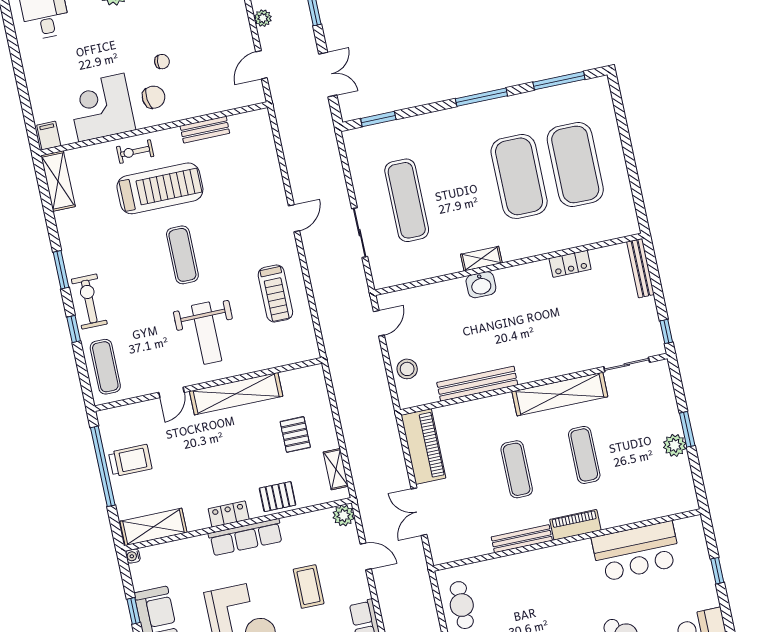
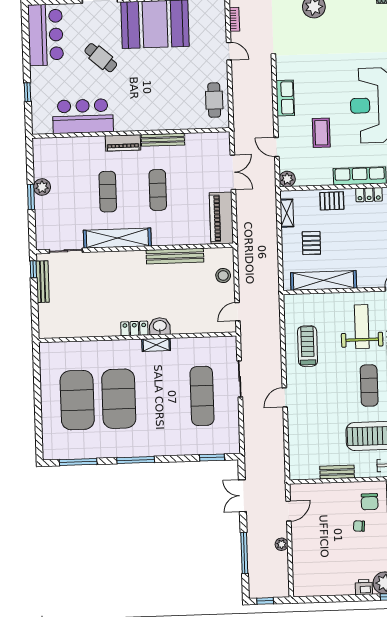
chair: (154, 97) -> (370, 502), turned -83
locker: (570, 264) -> (134, 328), moved
bench: (640, 268) -> (43, 282), moved
shelving: (236, 394) -> (324, 280), moved

